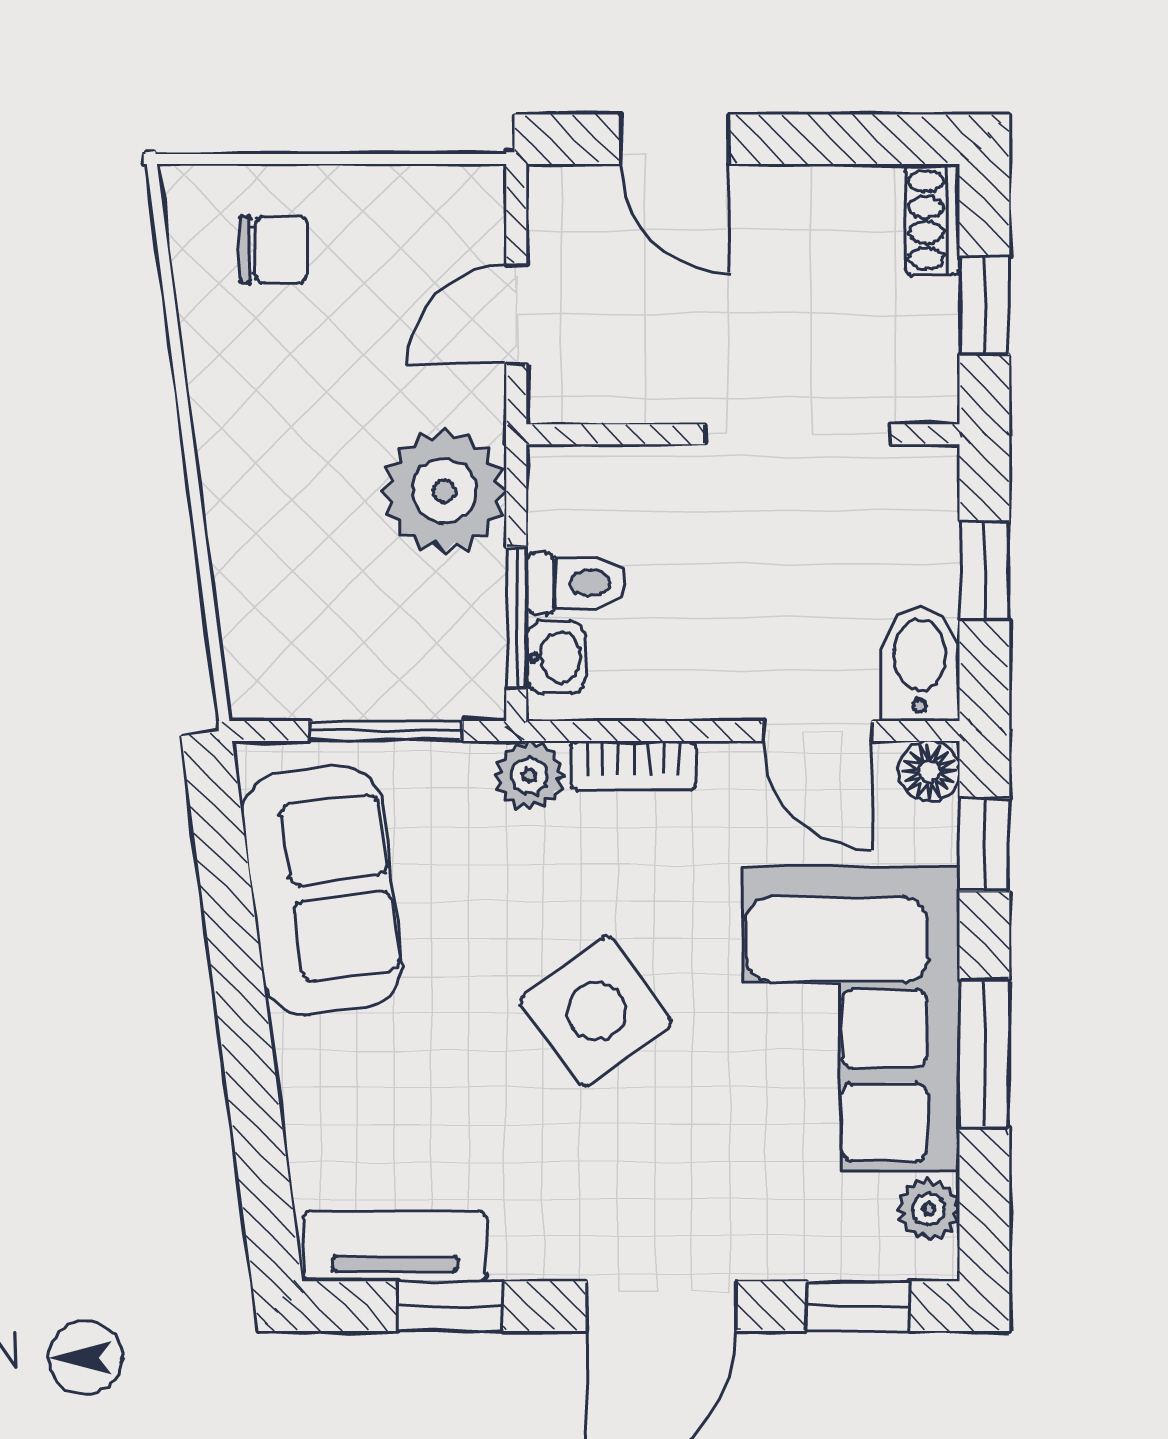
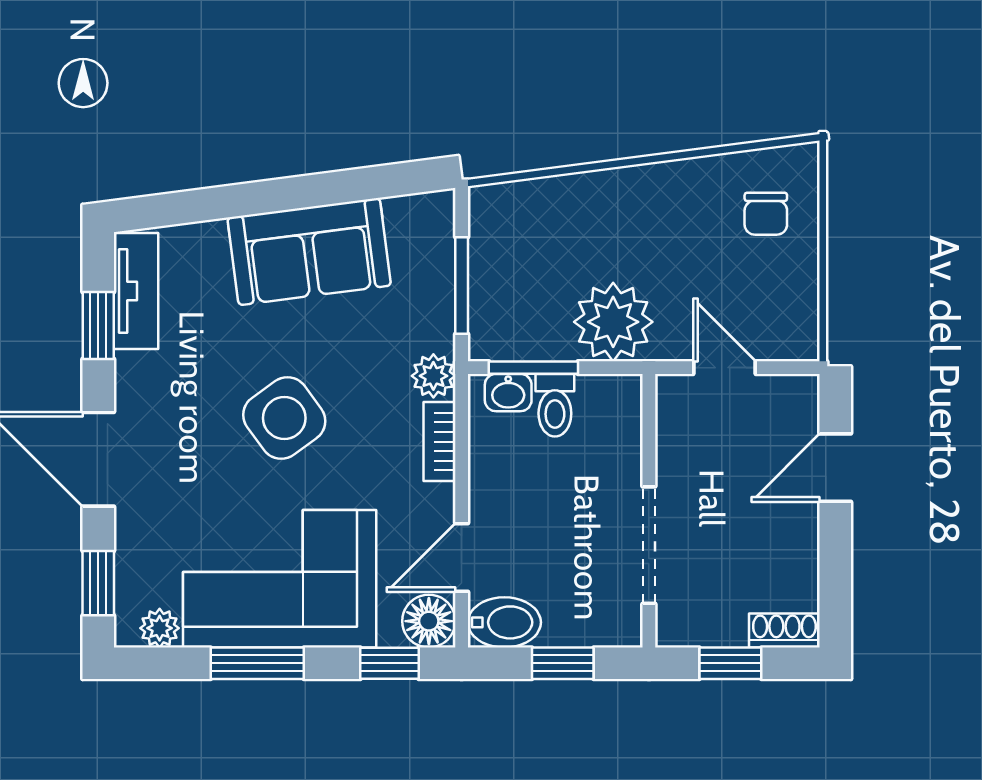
floor lamp: (929, 771) -> (429, 621), width x1.37, depth x1.37
sofa: (322, 890) -> (309, 252), moved

